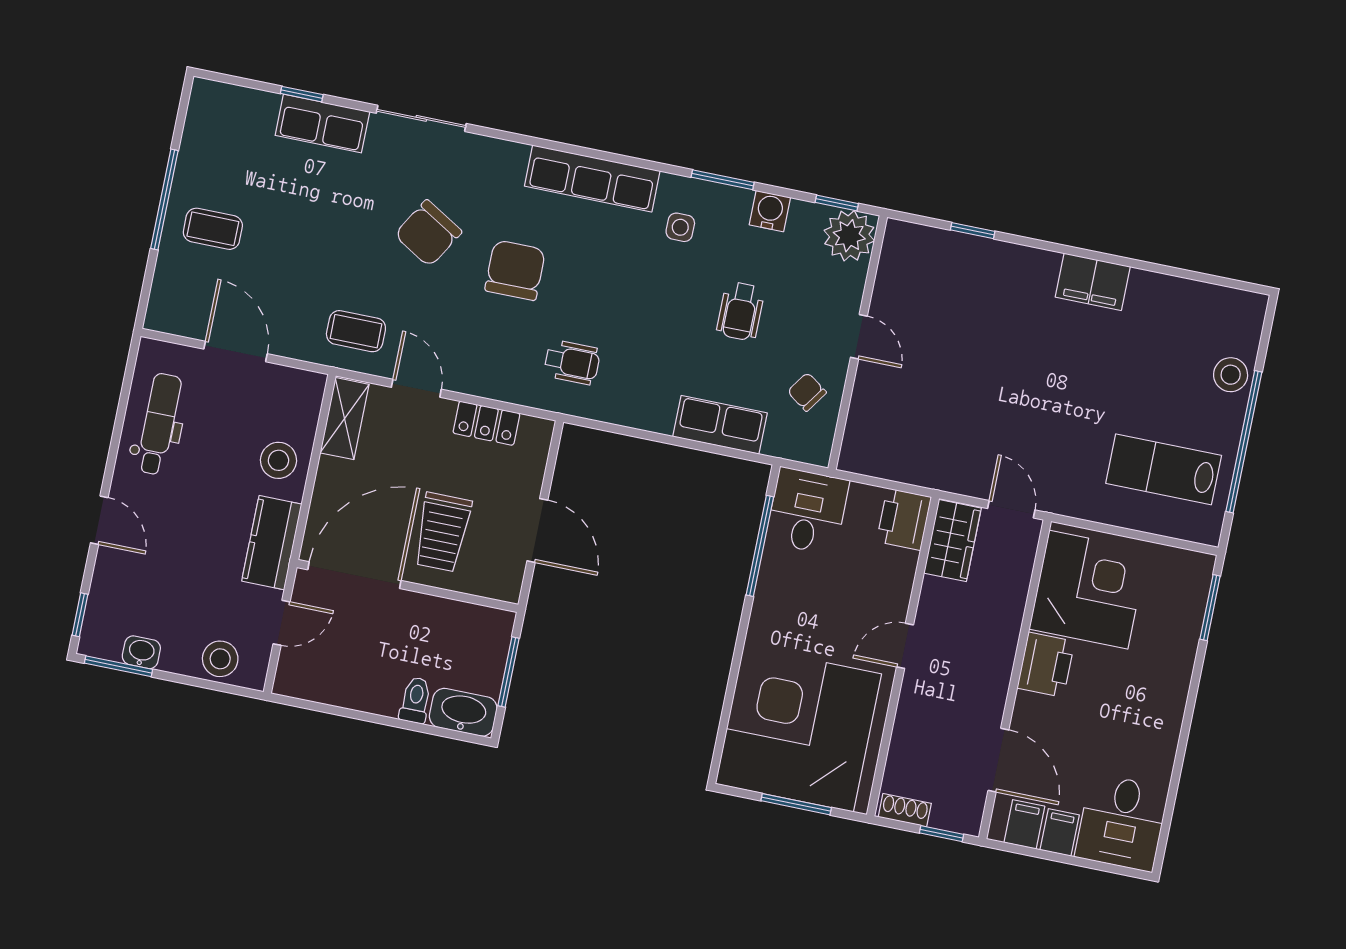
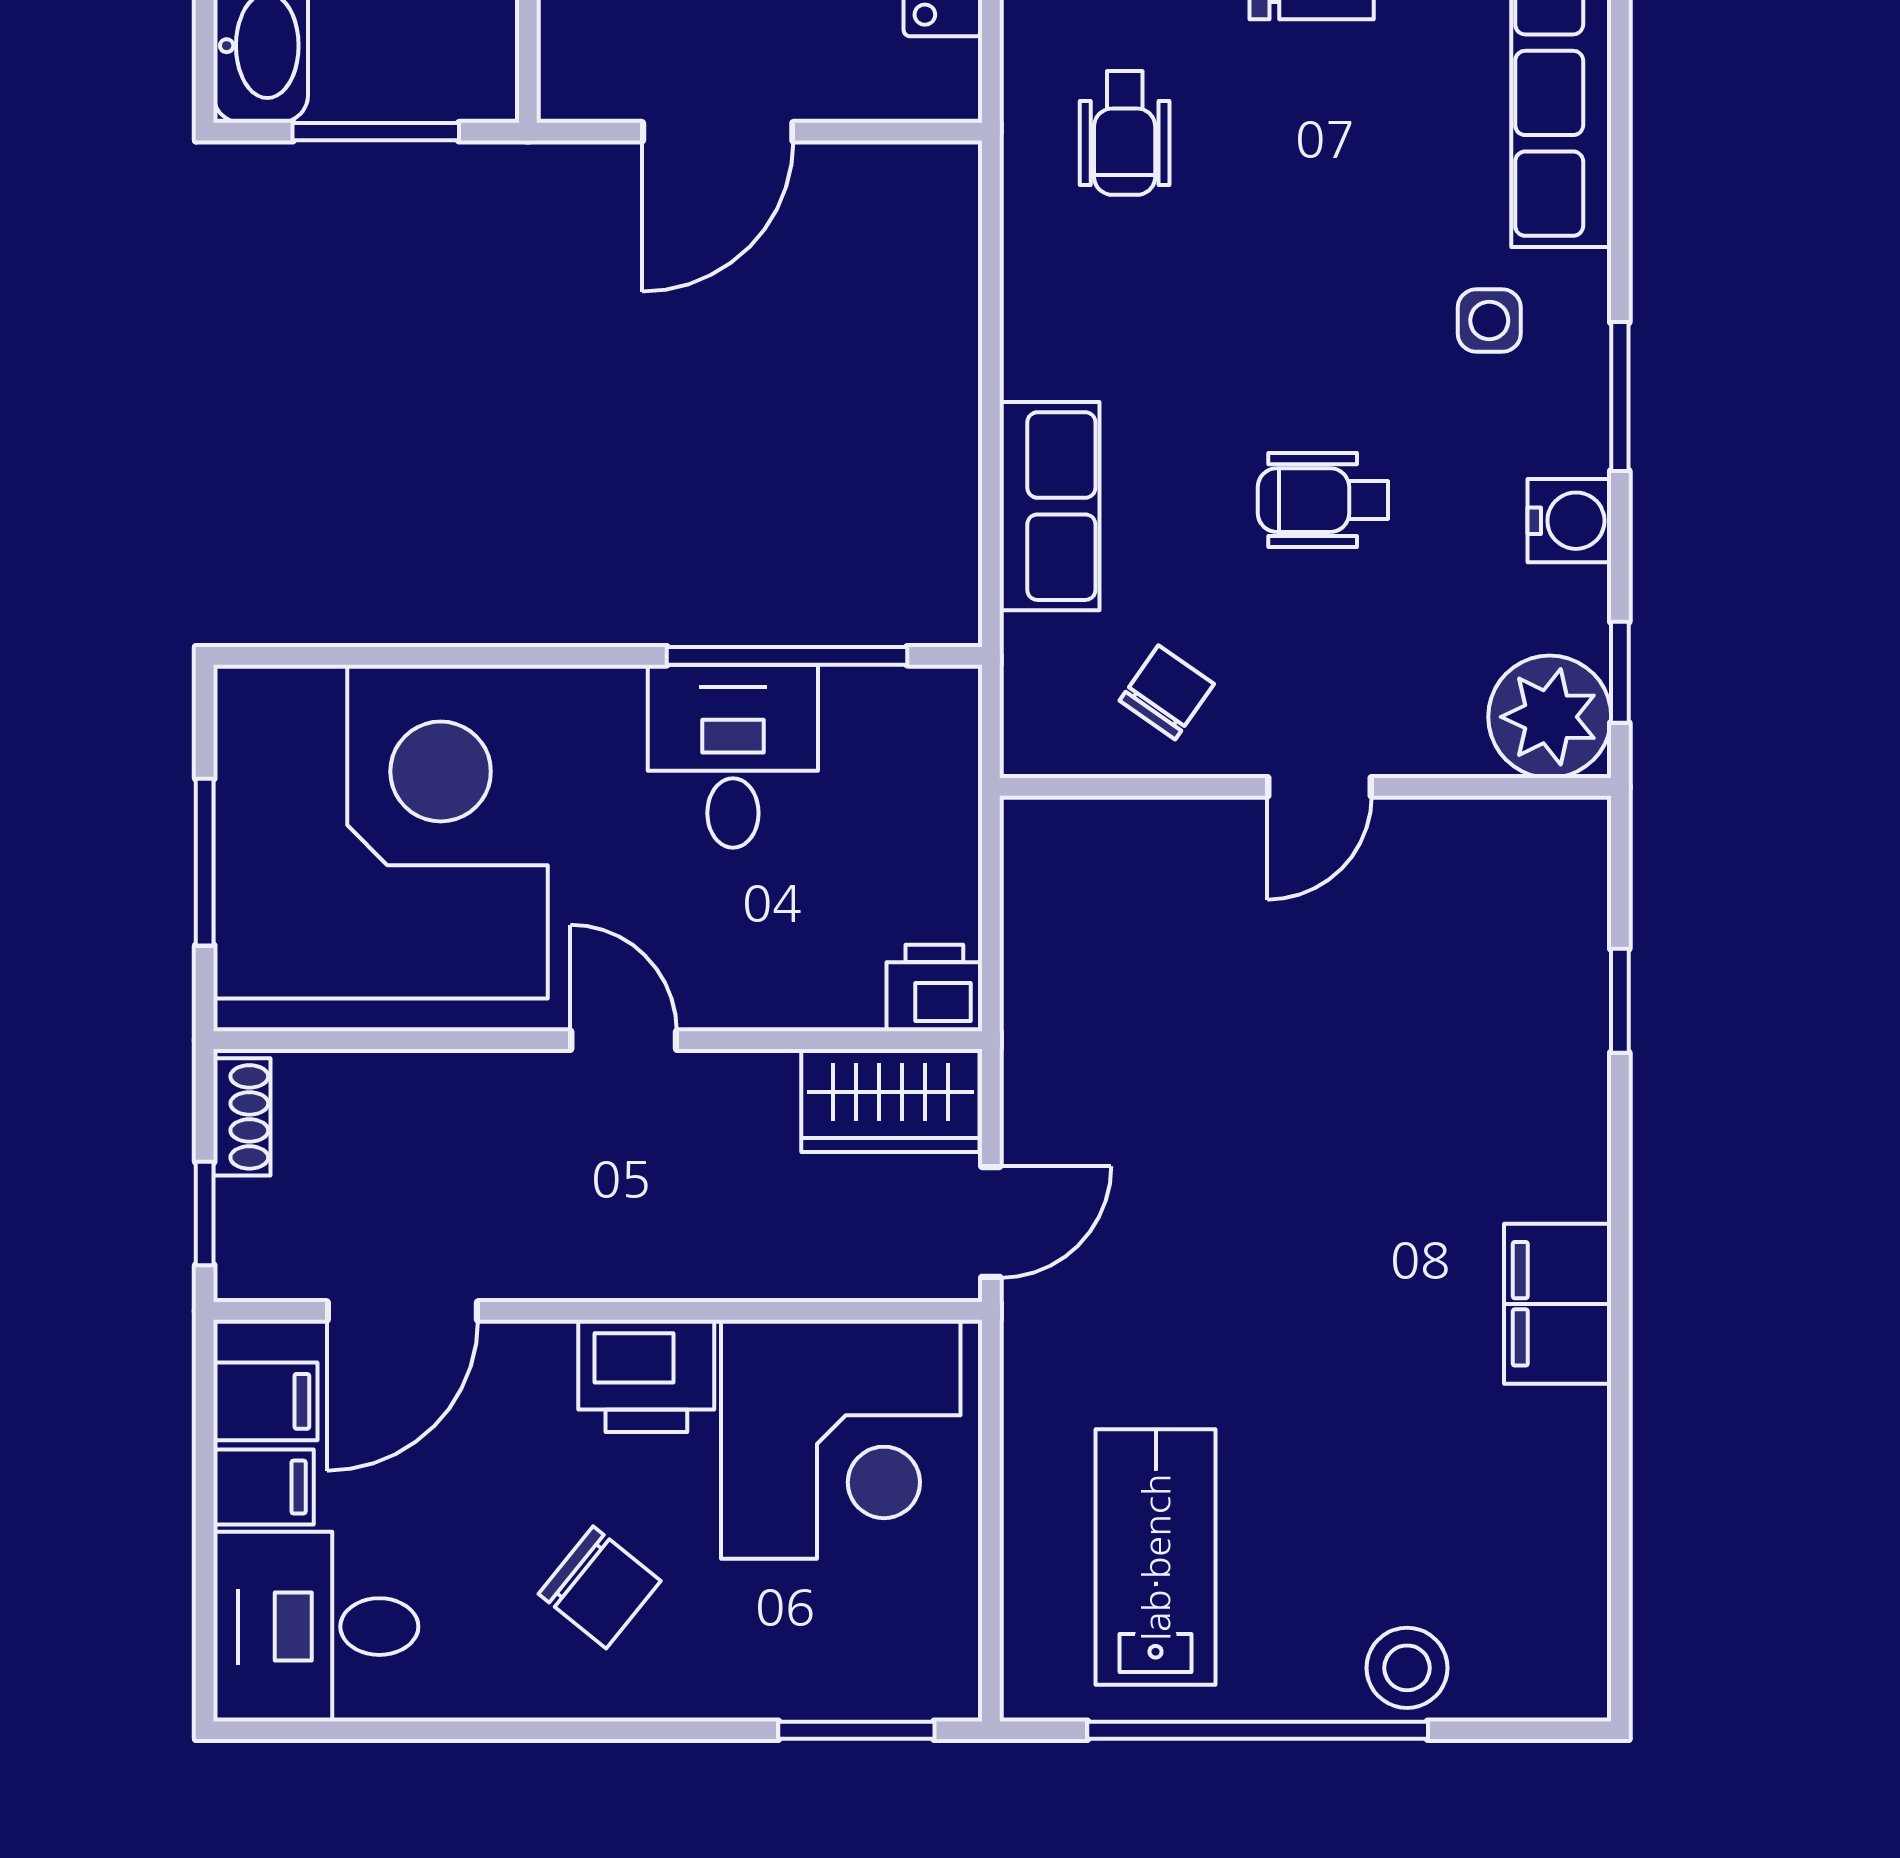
desk: (807, 511) -> (733, 756), moved, turned -90
printer: (904, 519) -> (934, 988), width x0.73, depth x0.81
chair: (1129, 702) -> (600, 1587), added

